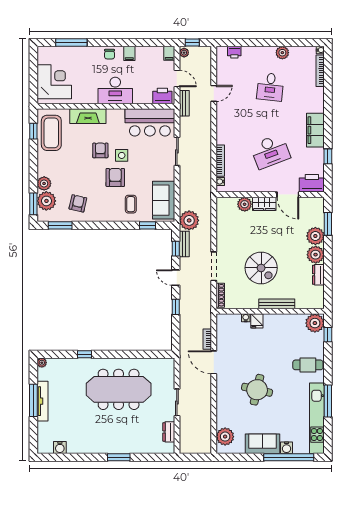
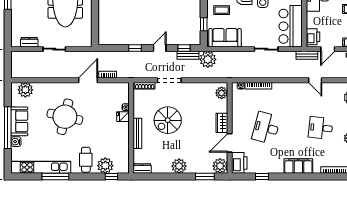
filing cabinet: (315, 130) -> (298, 166), moved
desk: (270, 151) -> (266, 128), turned 36
plant: (245, 204) -> (222, 93), moved
plant: (315, 236) -> (220, 166), moved
dresser: (318, 275) -> (142, 169), moved
plant: (315, 323) -> (105, 166), moved
round table: (257, 390) -> (65, 117), width x1.36, depth x1.36
window: (289, 457) -> (8, 128), moved

